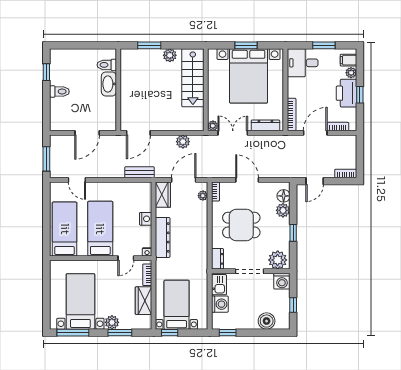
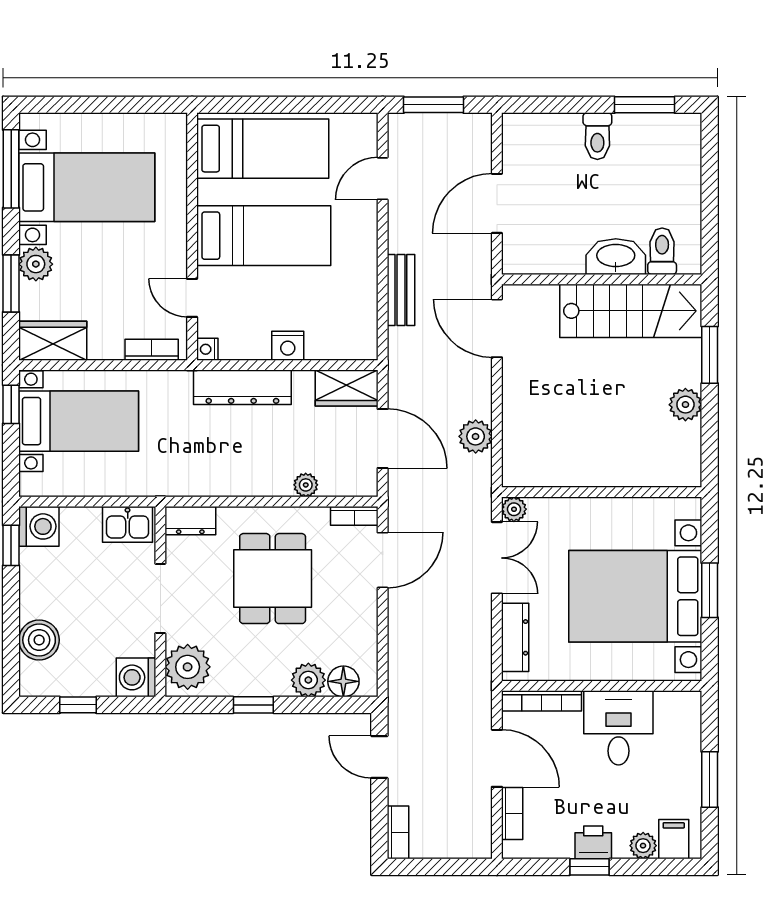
desk: (303, 63) -> (618, 728), moved
window: (46, 72) -> (645, 105), width x1.50
stairs: (193, 78) -> (631, 311), moved, turned 180
printer: (347, 93) -> (593, 842), width x0.53, depth x0.68
door: (87, 133) -> (497, 203), hinge flipped
bench: (139, 172) -> (401, 290), moved
door: (247, 180) -> (383, 560), moved
plant: (203, 196) -> (306, 485), moved
wardrobe: (144, 301) -> (53, 341), moved
washing machine: (220, 304) -> (39, 526), moved, turned -90

